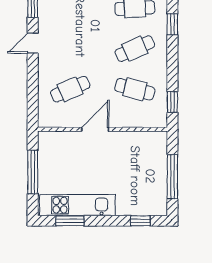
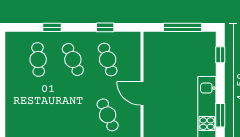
cafe table: (135, 89) -> (108, 59), turned -33
window: (172, 102) -> (105, 27), moved

